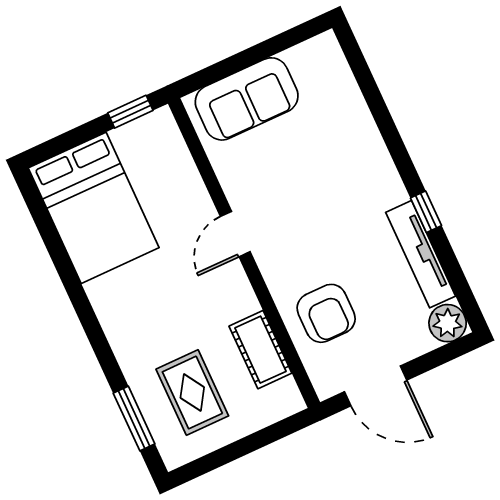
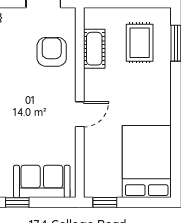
window: (271, 47) -> (17, 202), added

